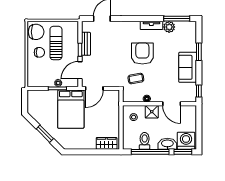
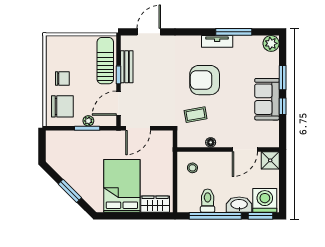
window: (177, 19) -> (234, 32), moved
plant: (169, 27) -> (271, 43), moved
chair: (36, 32) -> (62, 106), moved
sun lounger: (56, 43) -> (105, 61), moved
armchair: (142, 54) -> (205, 80), turned -90
window: (199, 91) -> (283, 106), moved
door: (172, 104) -> (245, 149), hinge flipped
bed: (71, 109) -> (122, 186), moved, turned 180
shower: (152, 112) -> (270, 160), moved

